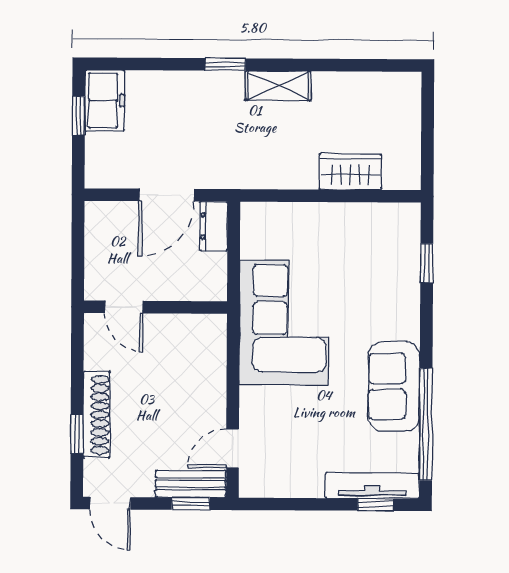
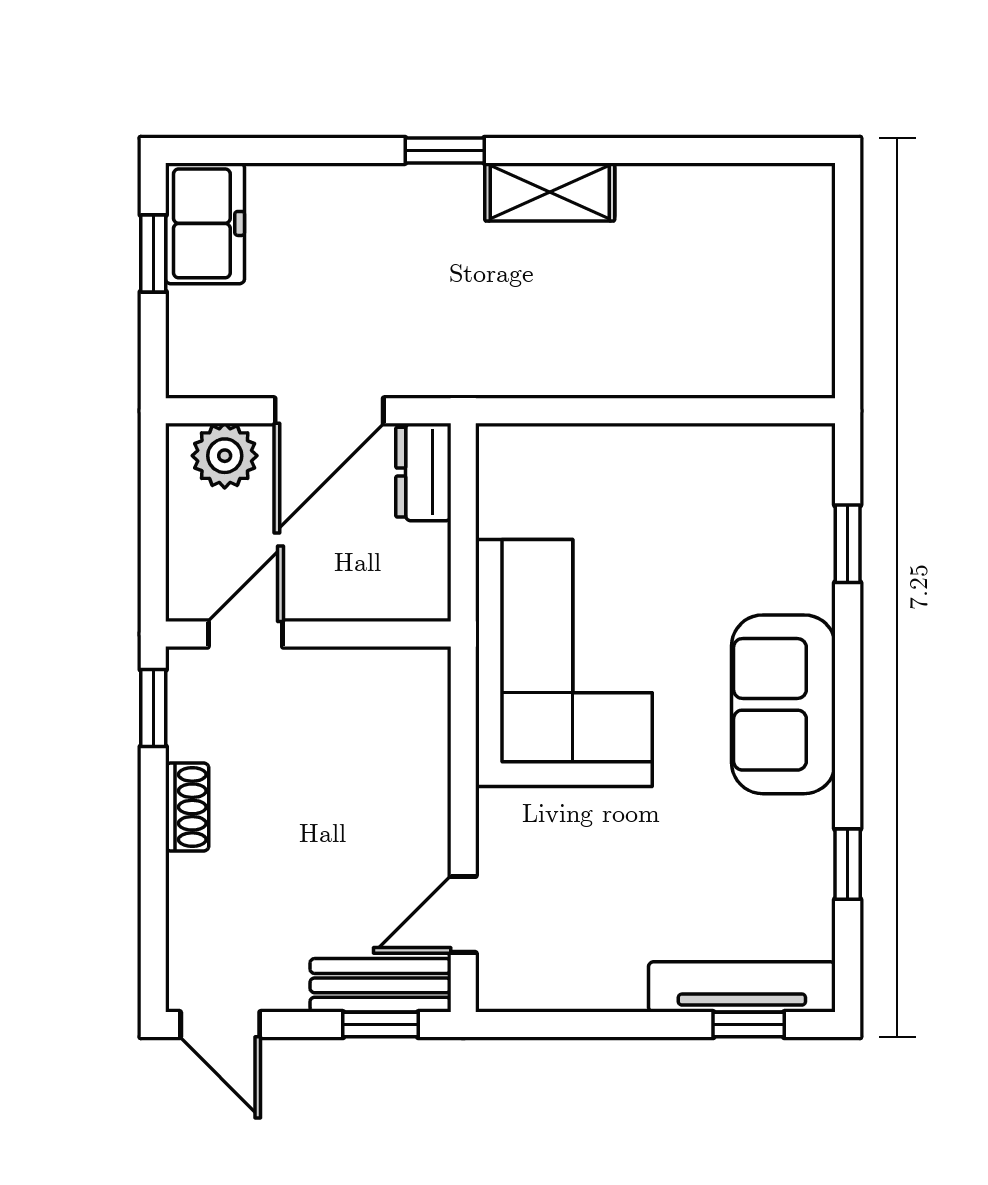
wardrobe: (350, 172) -> (695, 363), removed
plant: (114, 217) -> (225, 456), added
door: (124, 307) -> (245, 634), swing flipped
sofa: (394, 386) -> (783, 704), moved
shoe rack: (97, 415) -> (187, 807), width x0.51, depth x0.81
window: (426, 424) -> (848, 864), width x0.32
window: (77, 434) -> (153, 708), moved

